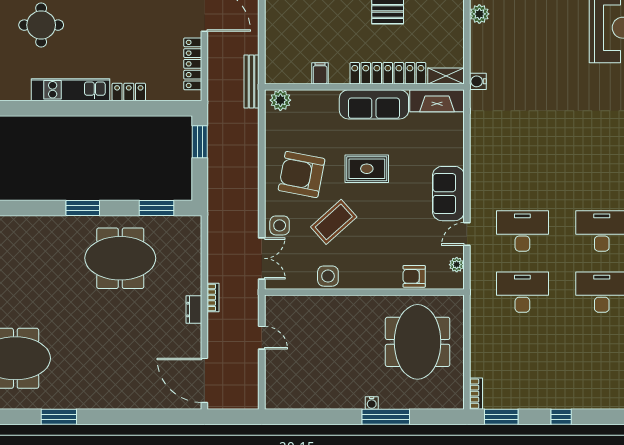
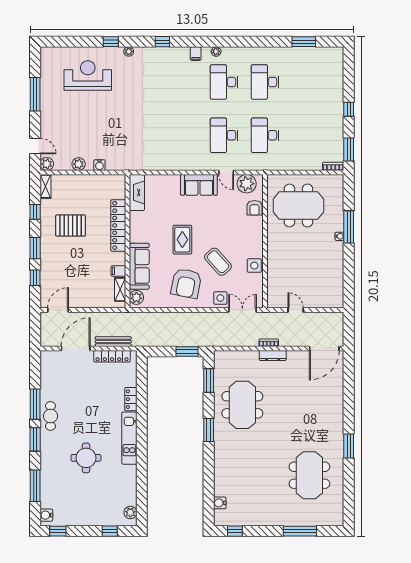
shelving: (446, 76) -> (120, 289), moved
water cooler: (478, 81) -> (99, 165), moved
bench: (252, 82) -> (113, 342), moved
sofa: (374, 104) -> (139, 266), moved
window: (200, 142) -> (187, 351), moved
plant: (457, 265) -> (247, 184), width x1.88, depth x1.88
dresser: (194, 310) -> (273, 355), width x1.44
door: (262, 338) -> (296, 310), hinge flipped

